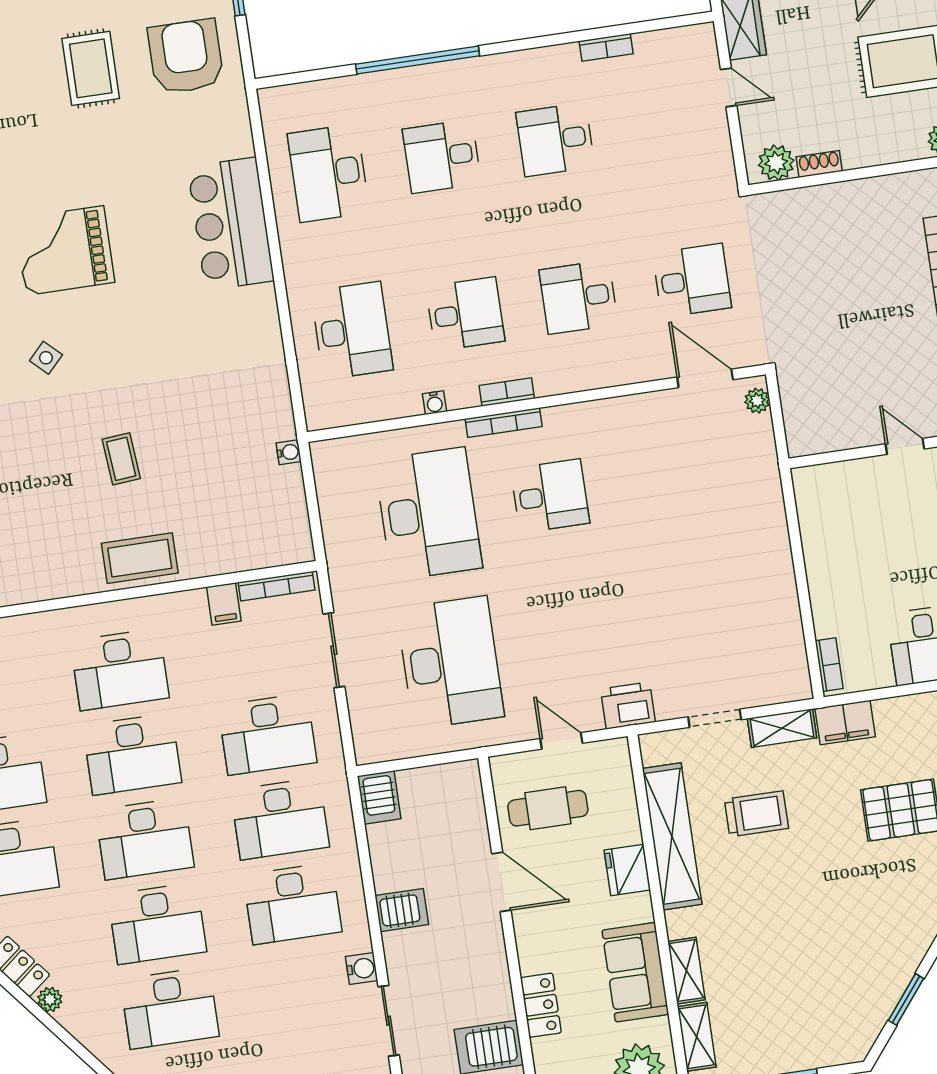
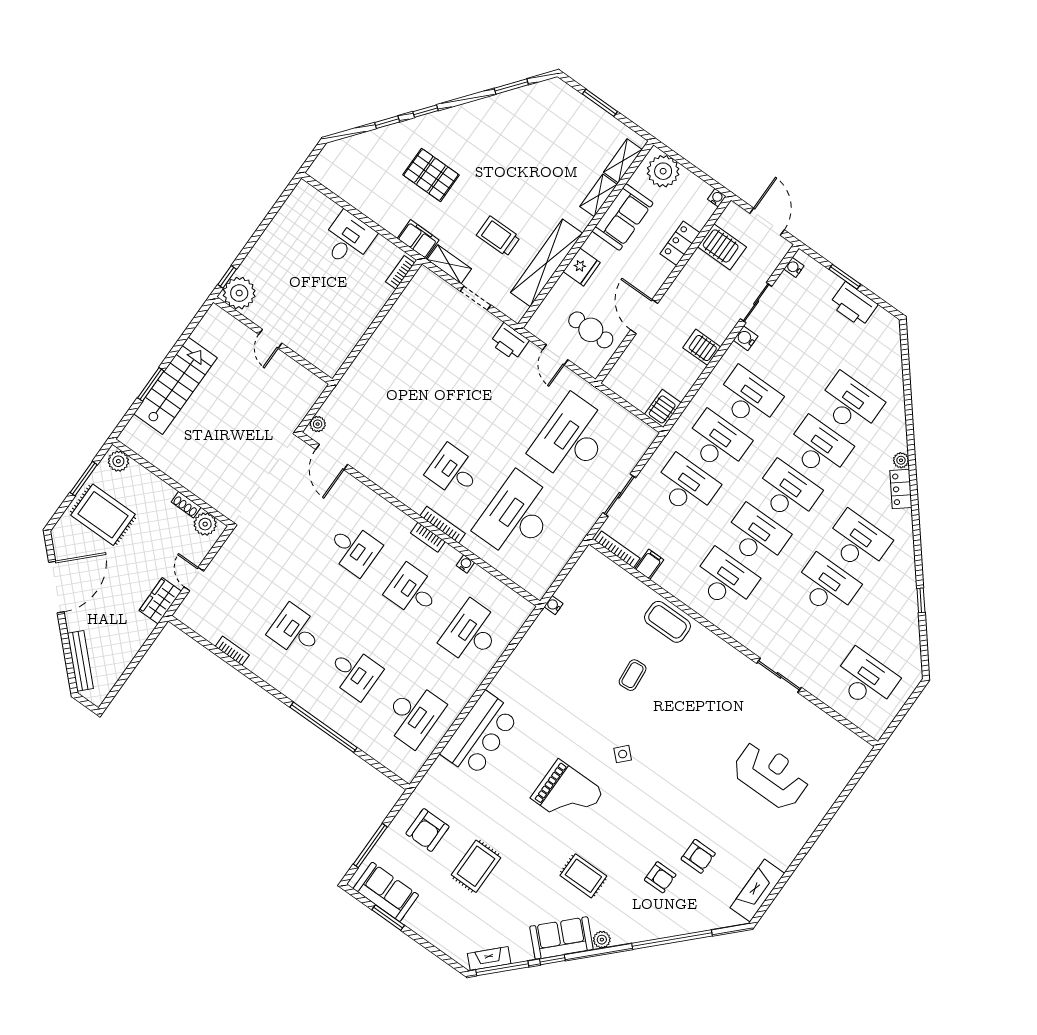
armchair: (186, 57) -> (428, 830), width x0.73, depth x0.73
desk: (555, 140) -> (296, 631), turned 180
desk: (692, 280) -> (295, 507), removed

